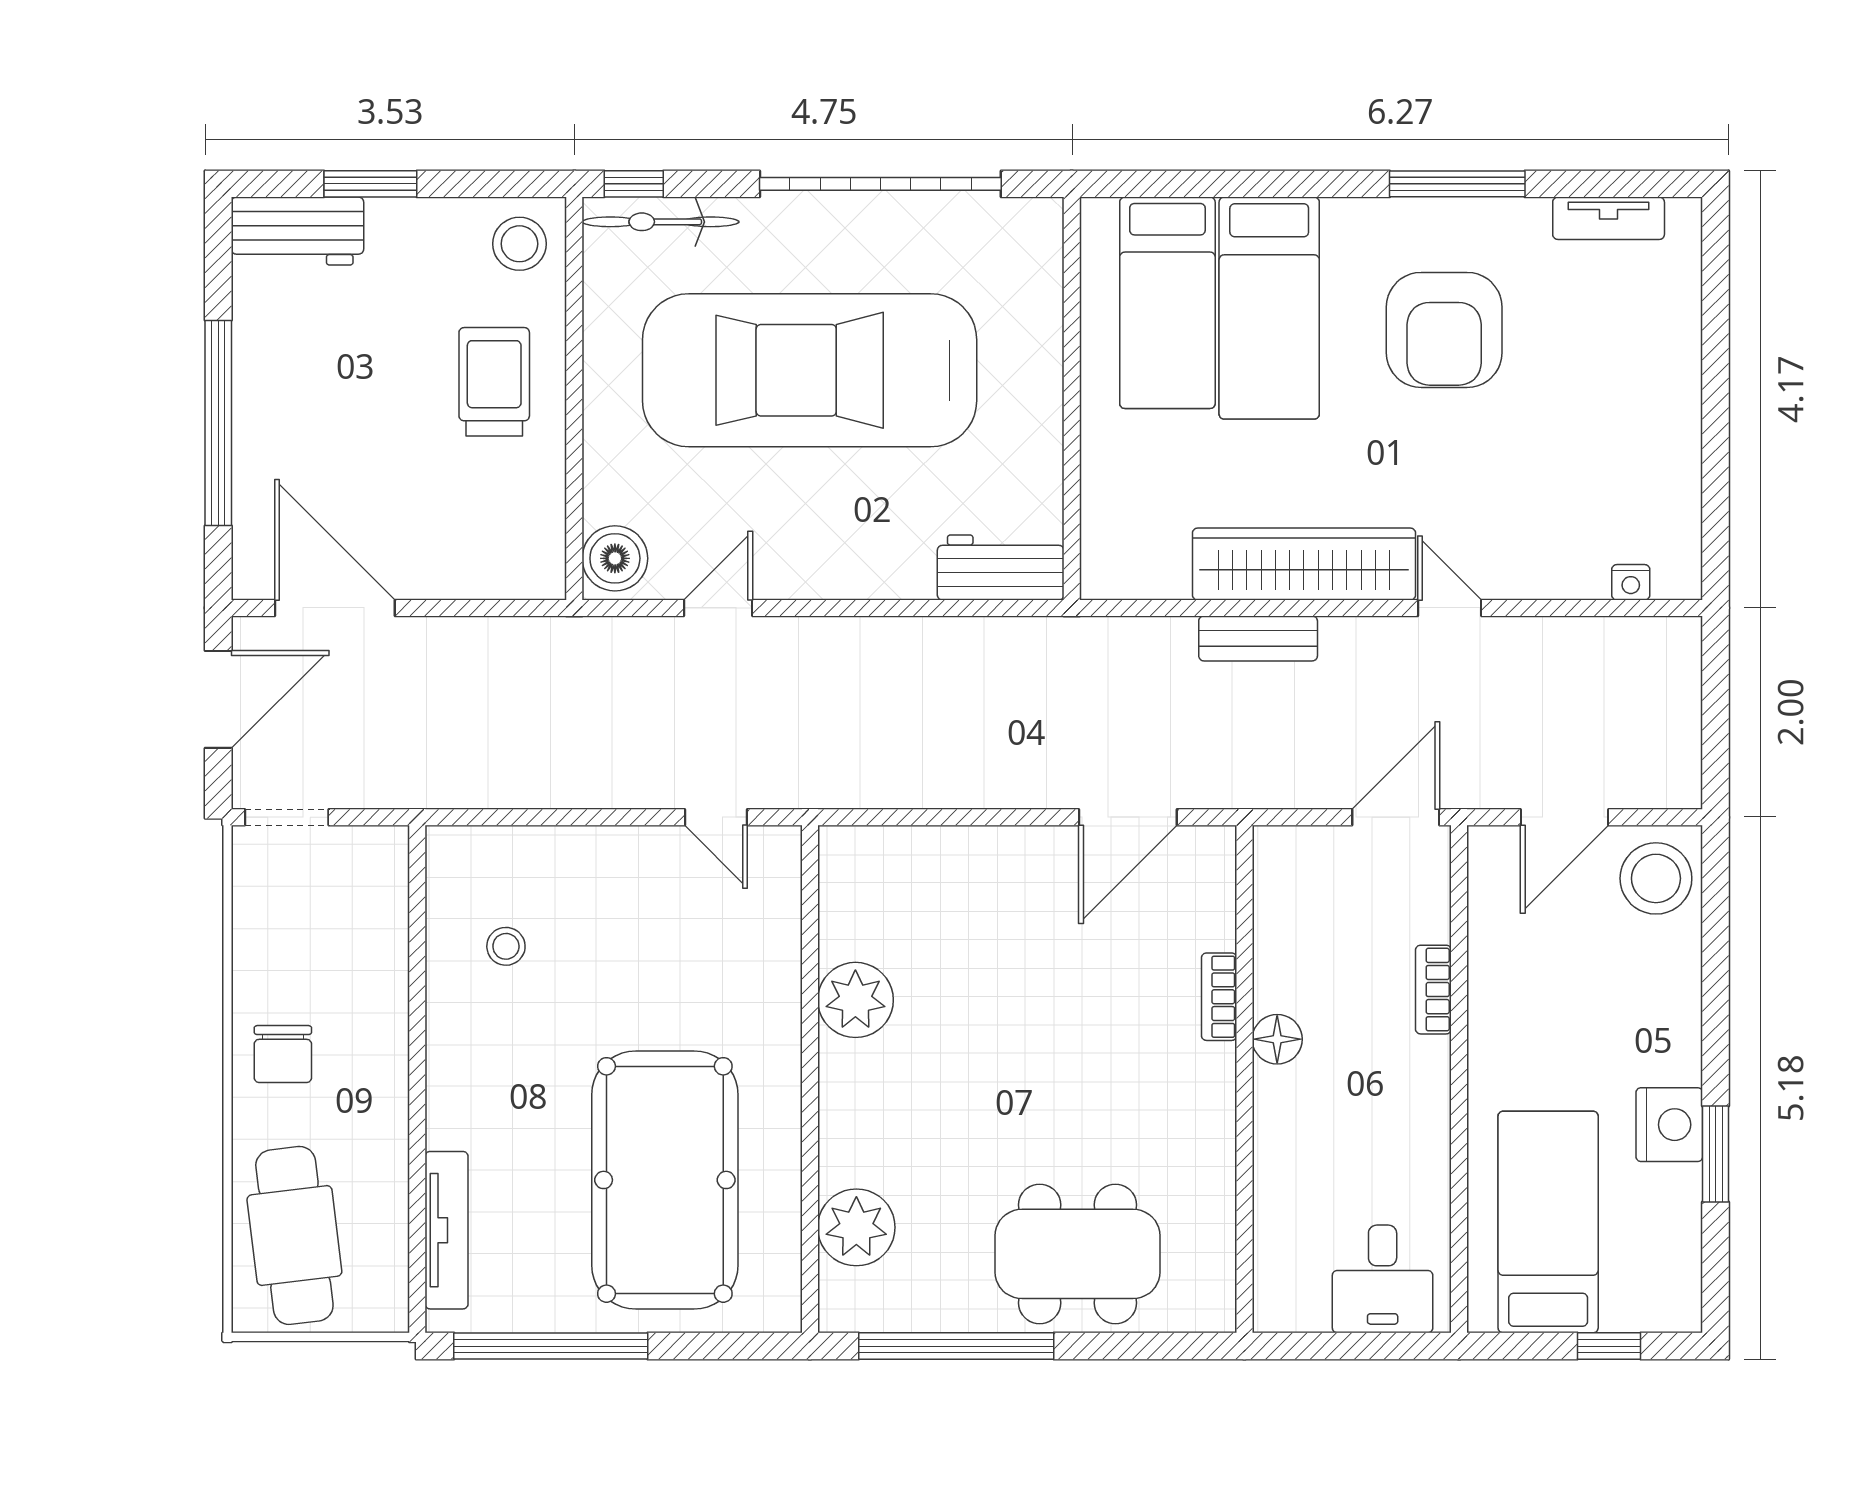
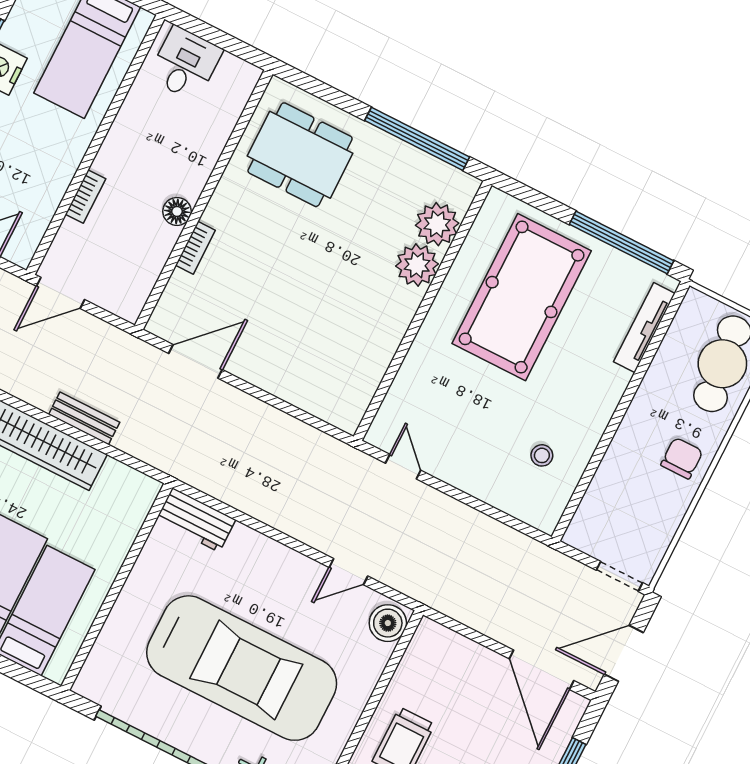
plant: (855, 1000) -> (417, 265), moved
dining table: (1077, 1254) -> (300, 155), moved

